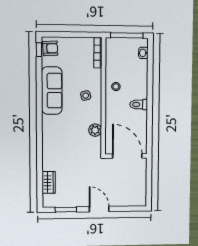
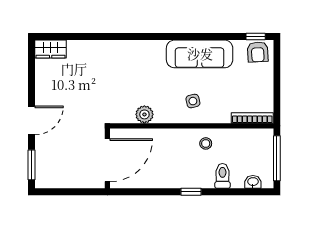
window: (150, 97) -> (191, 192), added
toilet: (139, 104) -> (222, 176), moved
wardrobe: (49, 182) -> (51, 49), moved
window: (66, 210) -> (31, 165), moved

